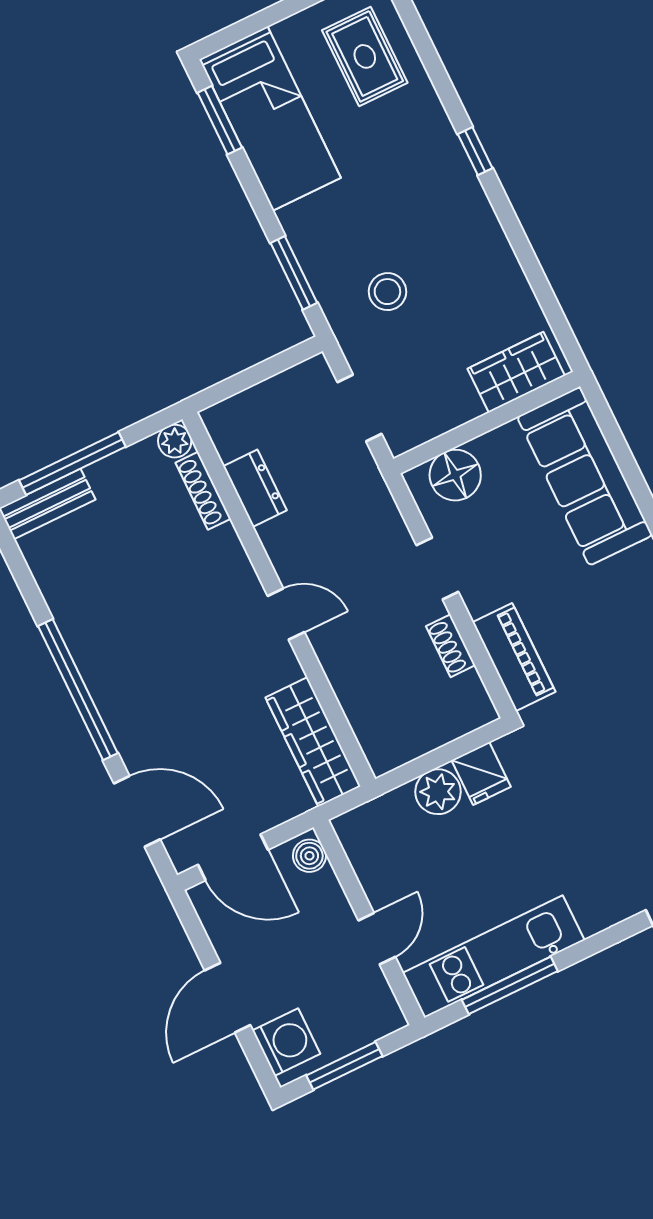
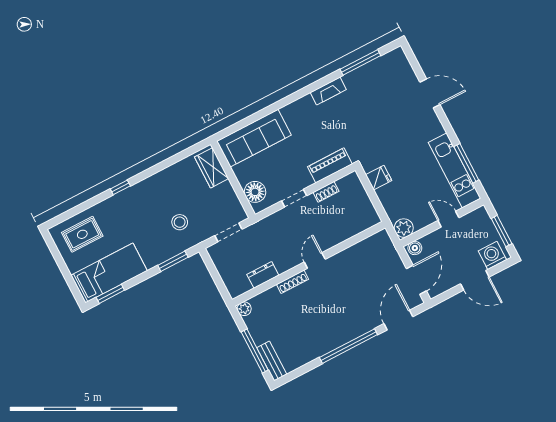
shoe rack: (203, 491) -> (293, 282), moved
wardrobe: (313, 742) -> (367, 248), removed
plant: (438, 792) -> (404, 228), moved

